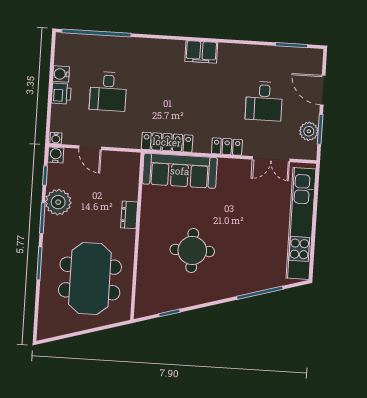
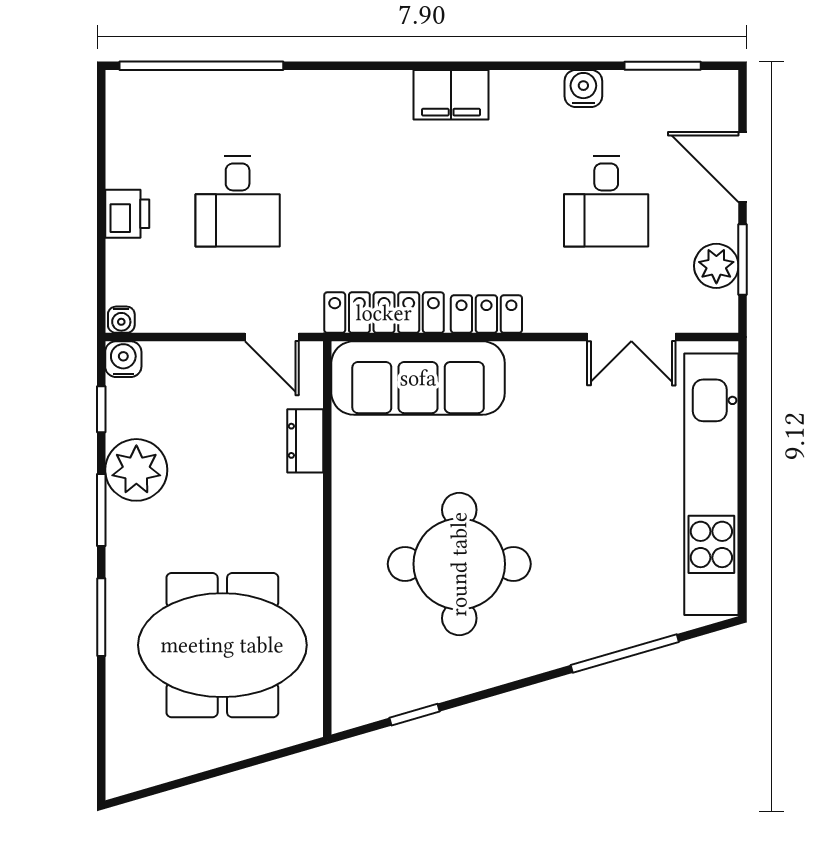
water cooler: (61, 74) -> (583, 89), moved, turned 90
locker: (227, 147) -> (486, 314), moved
door: (90, 148) -> (272, 337), moved
dresser: (129, 215) -> (305, 441), moved
round table: (192, 250) -> (459, 564), width x1.36, depth x1.36
meeting table: (90, 278) -> (222, 645), turned 90

